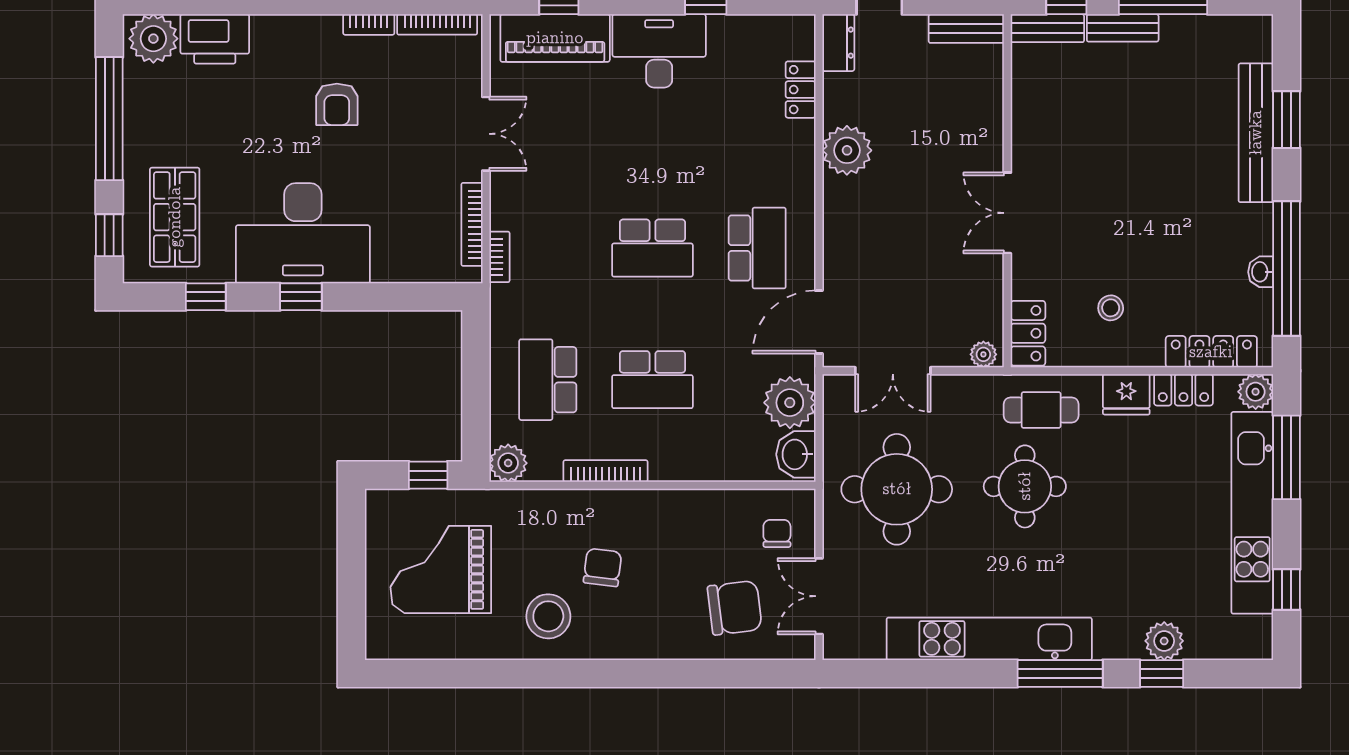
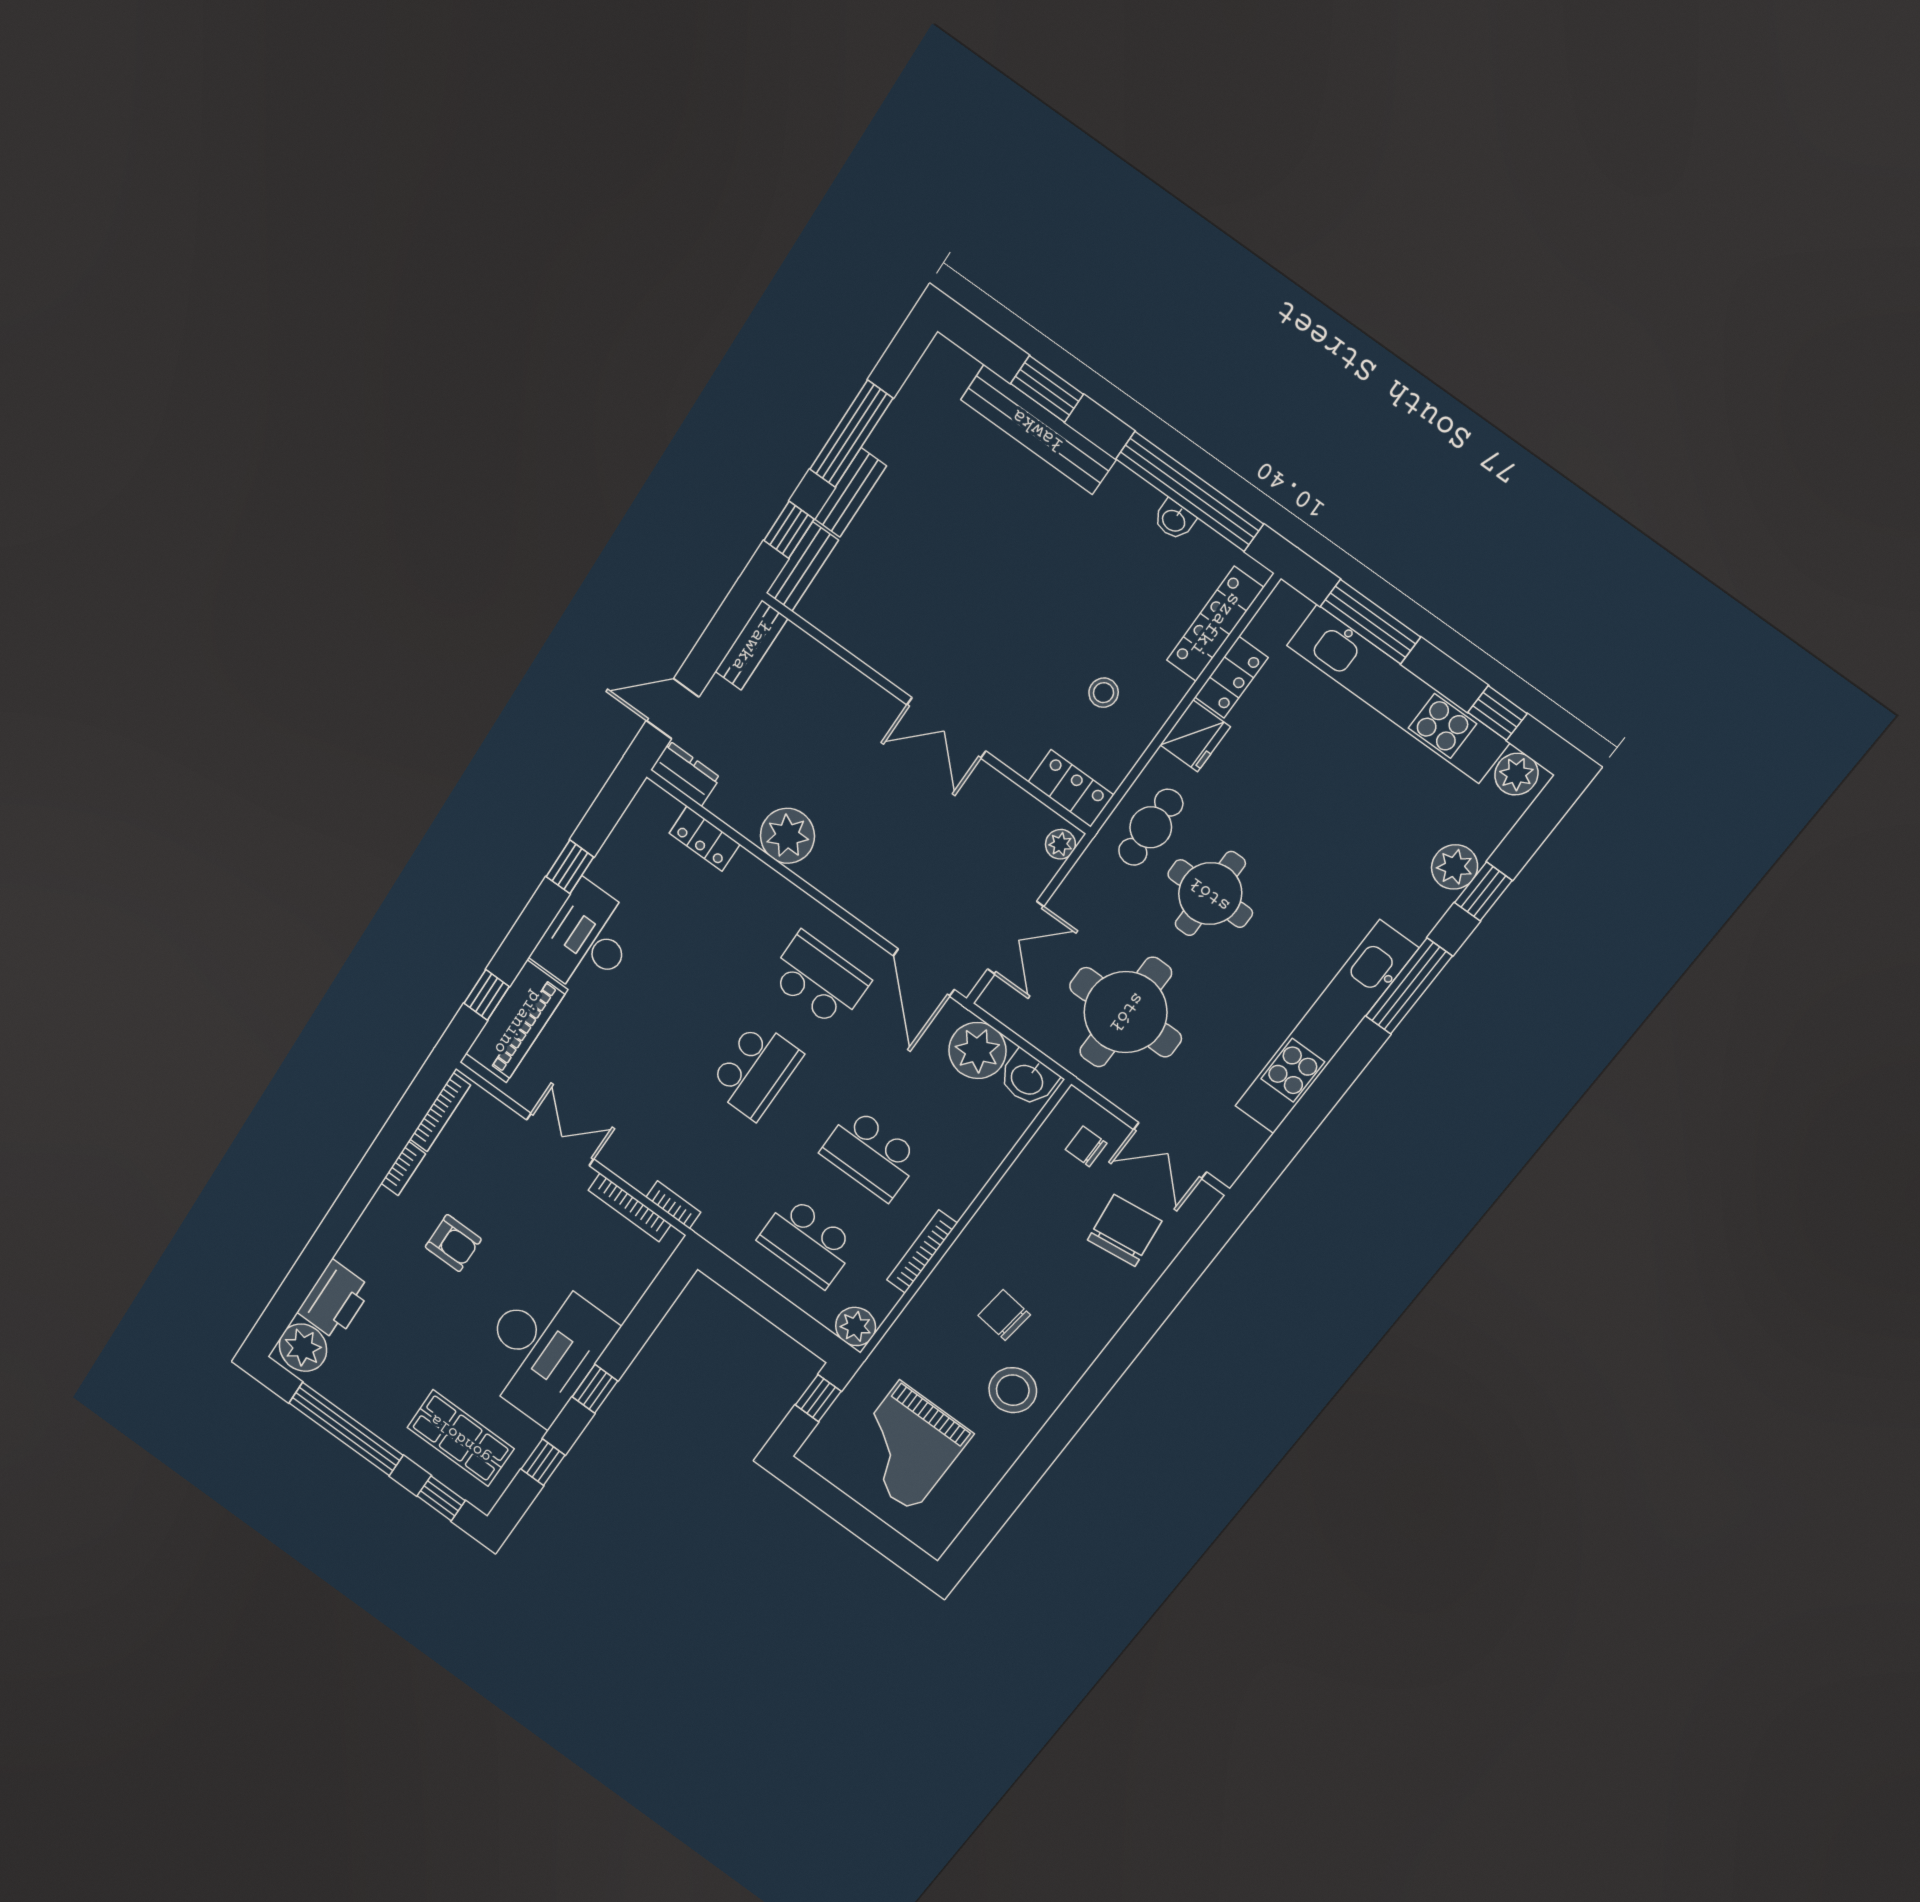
school desk: (652, 380) -> (871, 1154), turned 90
plant: (1256, 392) -> (1516, 774), moved

